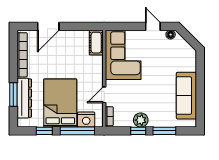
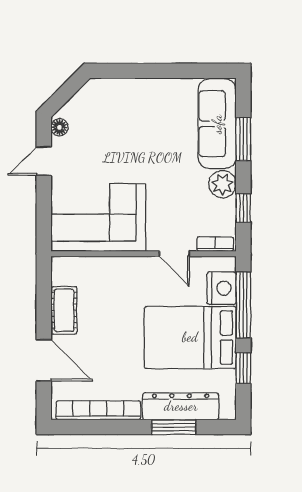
cot: (96, 43) -> (64, 310), moved, turned 90
sofa: (186, 96) -> (217, 124), moved, turned 90
window: (138, 131) -> (243, 208), moved

